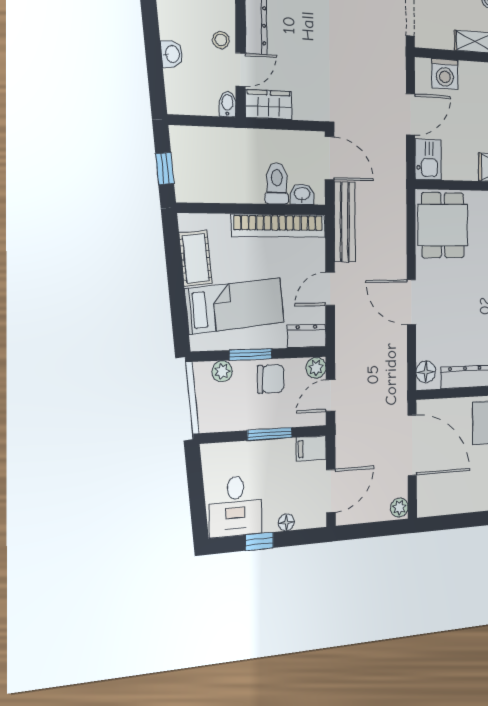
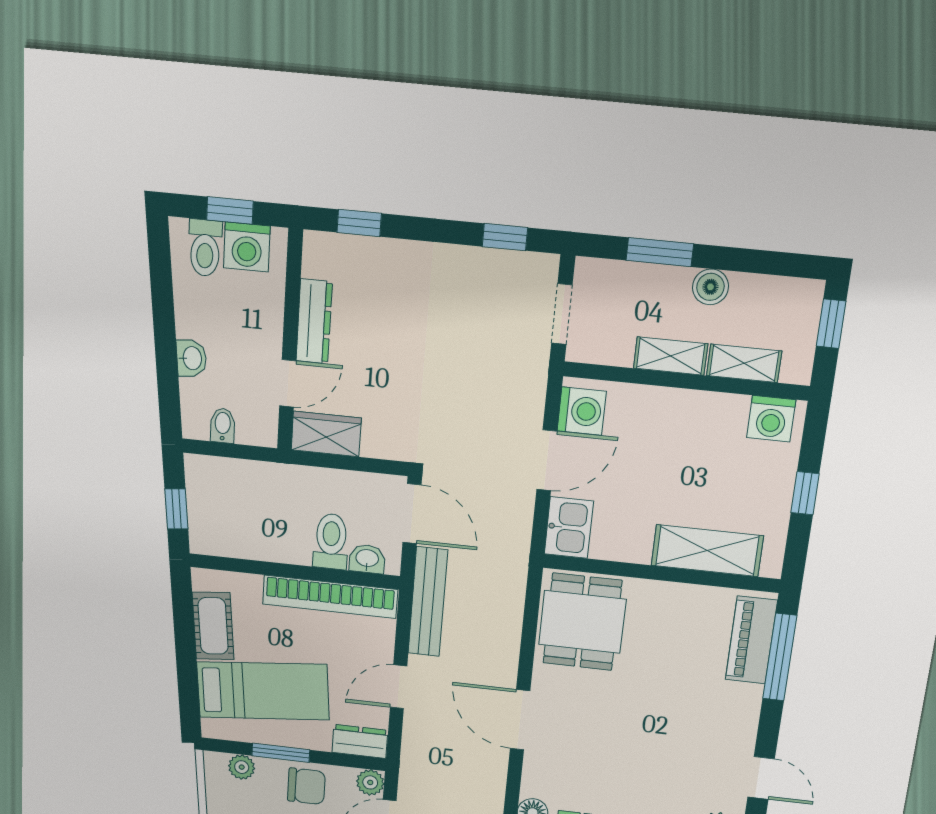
stool: (221, 40) -> (261, 341), removed
washing machine: (445, 74) -> (582, 411), moved, turned -90
bidet: (227, 104) -> (223, 425), moved

